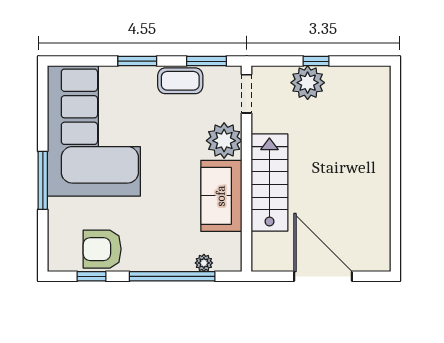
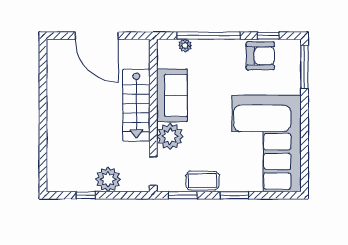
window: (316, 61) -> (86, 195), moved
window: (43, 180) -> (304, 67), moved

